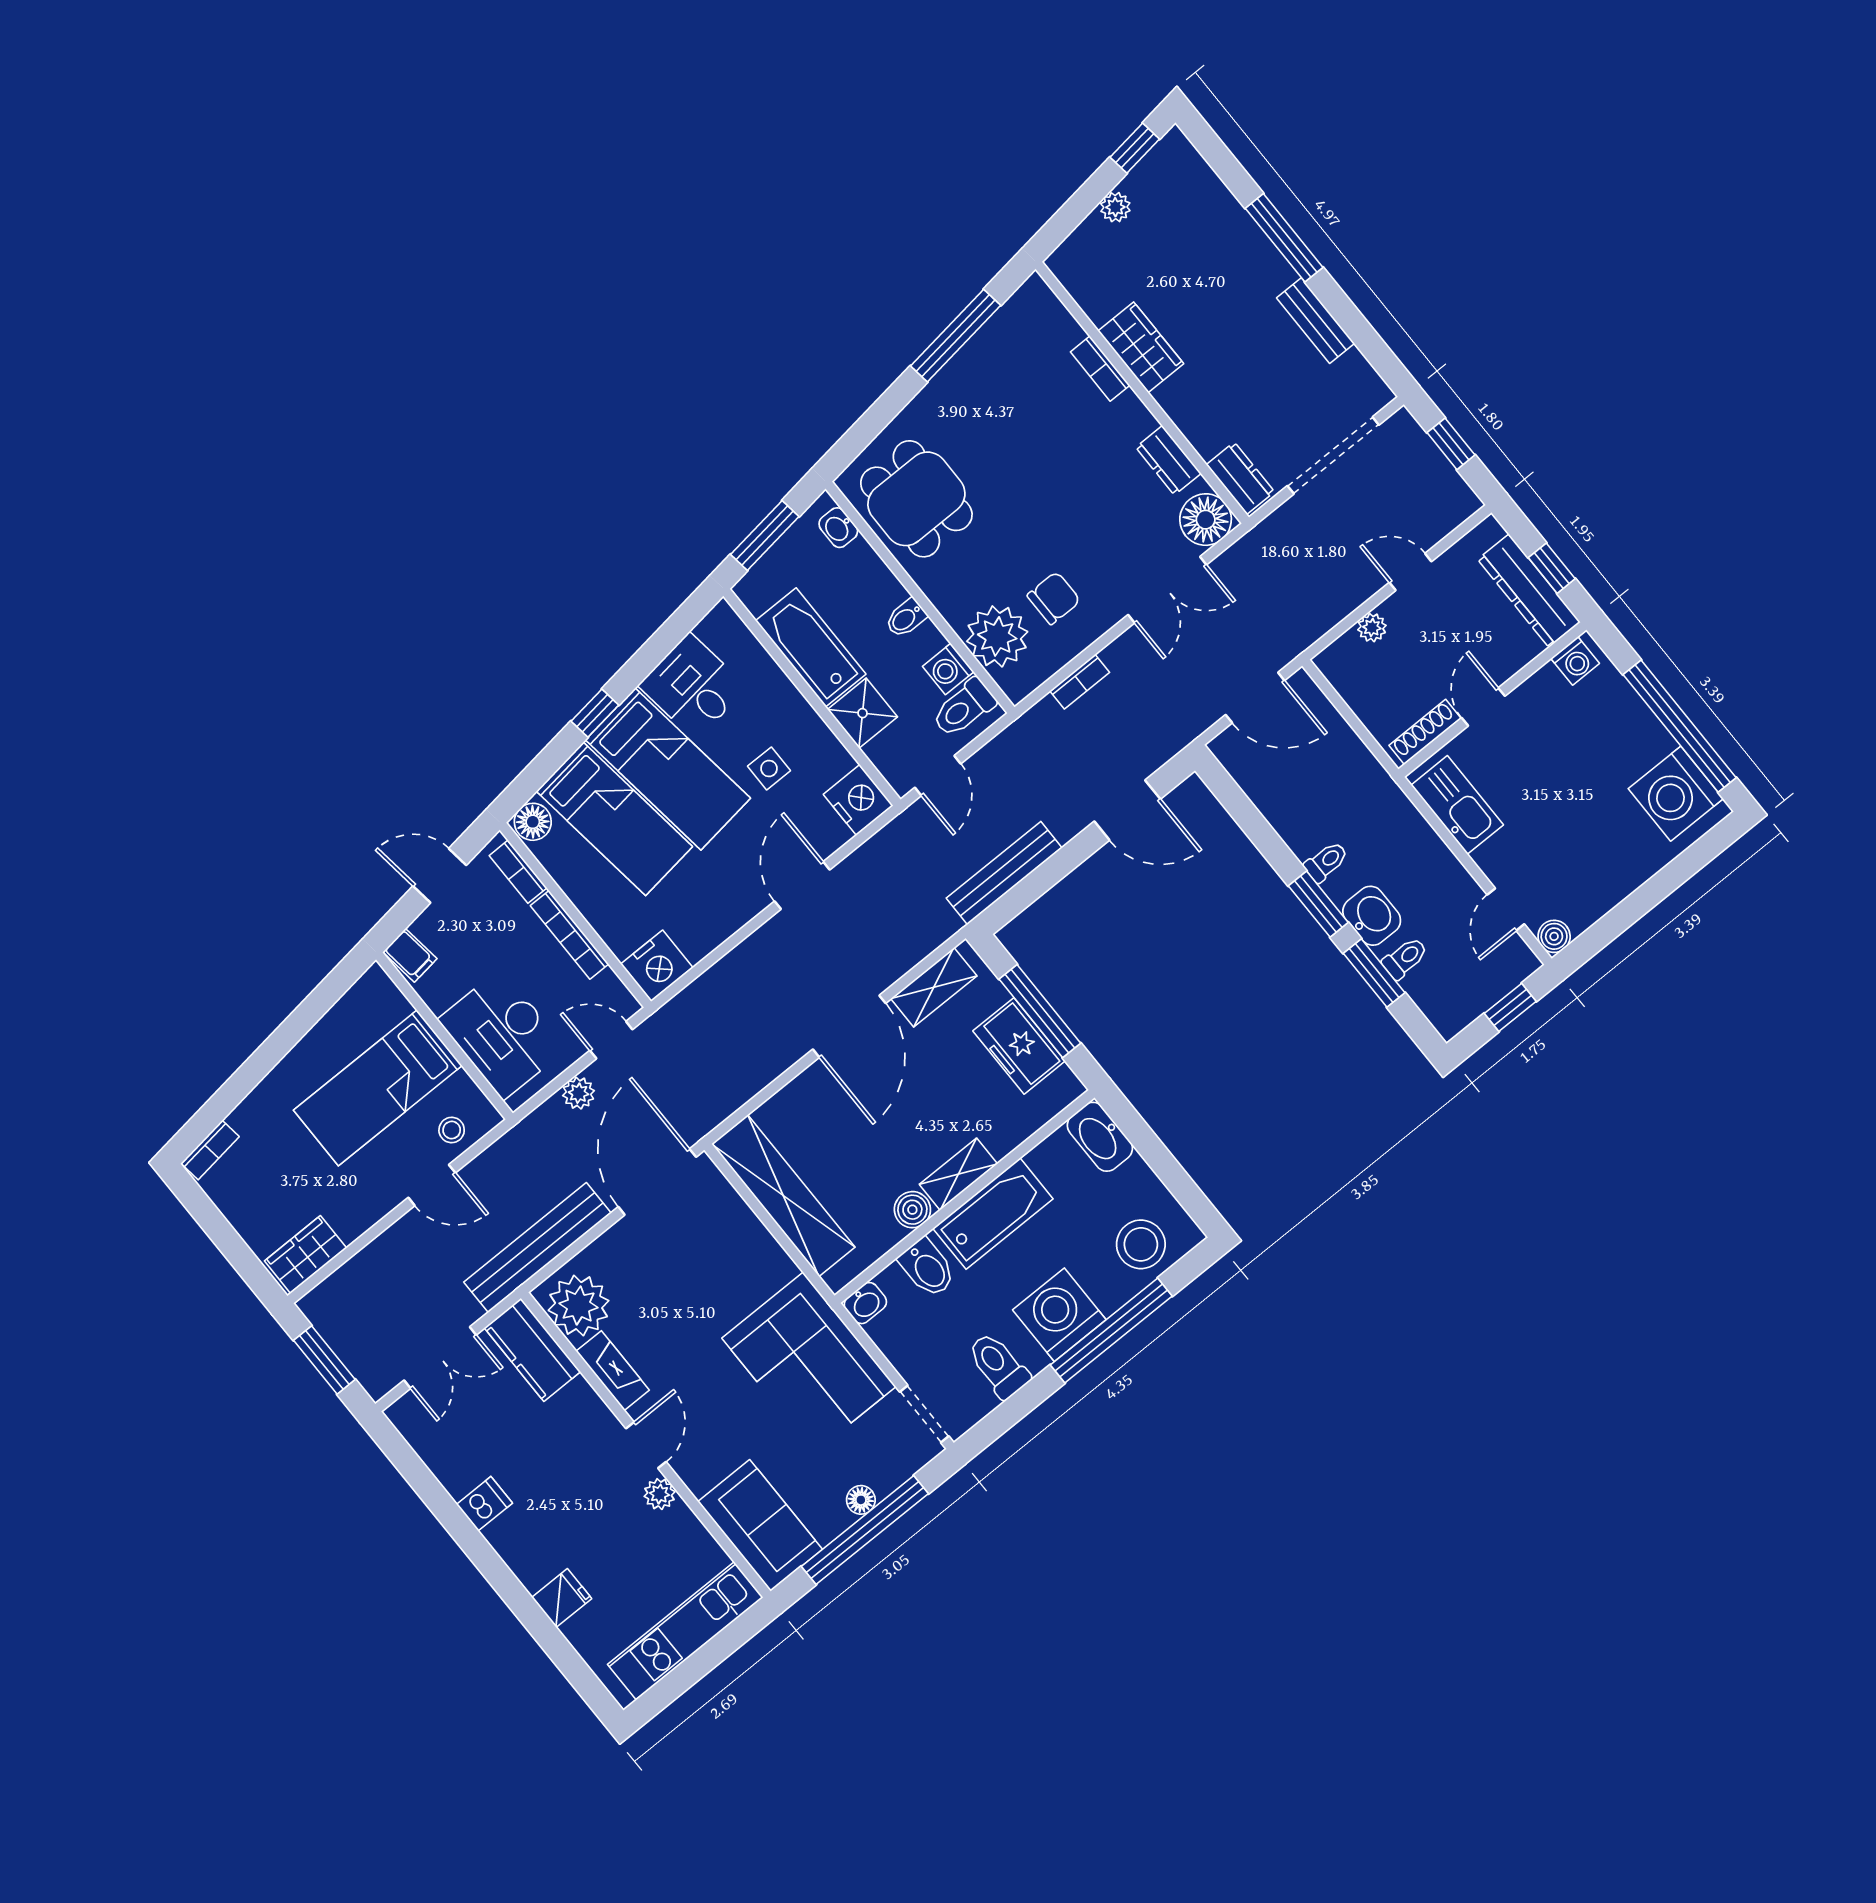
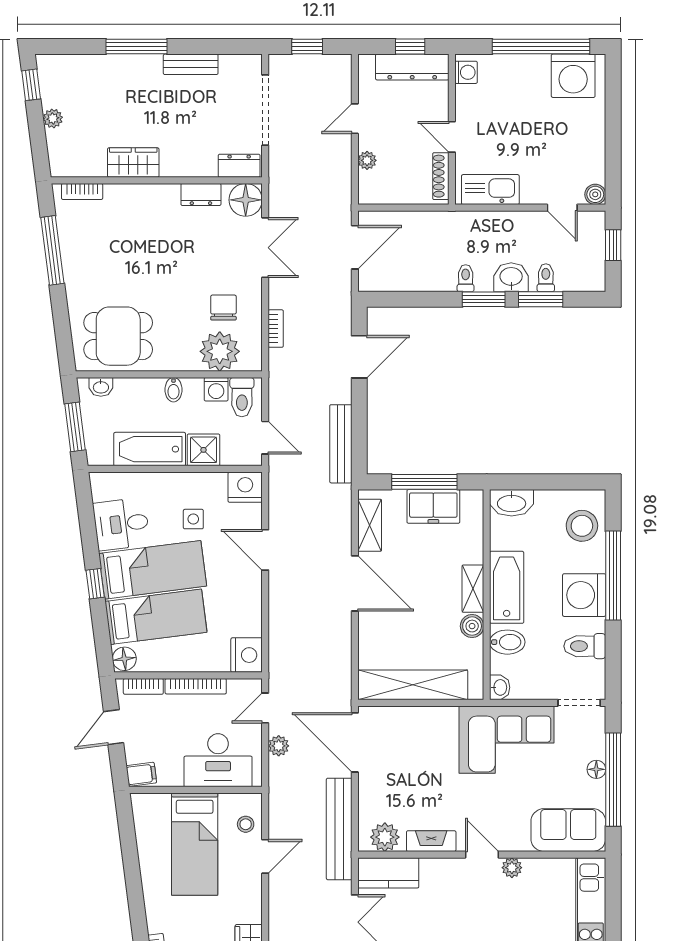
bookcase: (1100, 369) -> (82, 191), moved
plant: (579, 1306) -> (385, 837), width x0.73, depth x0.73

